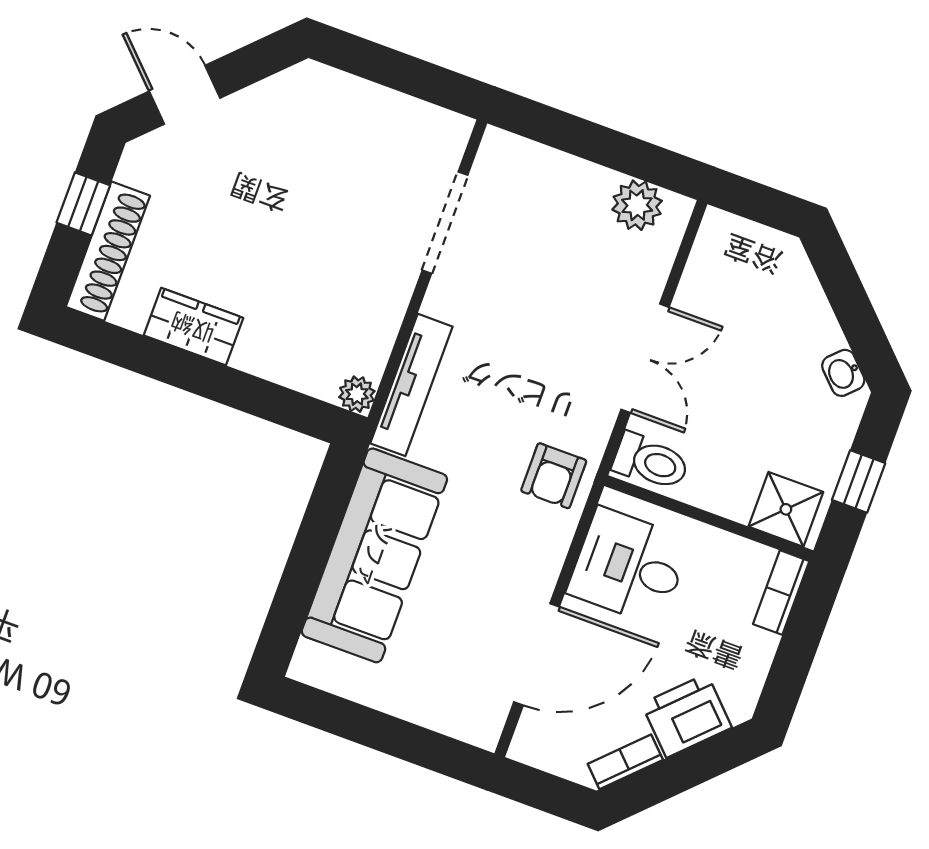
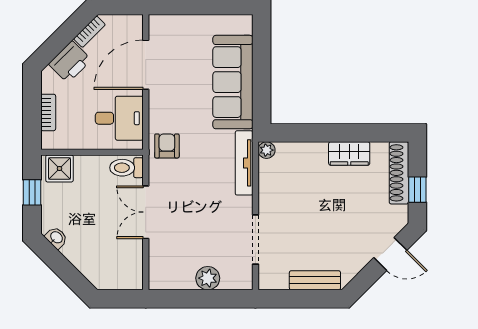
bench: (355, 97) -> (315, 280), added
plant: (637, 205) -> (208, 278), moved
bookcase: (781, 593) -> (48, 112), moved

